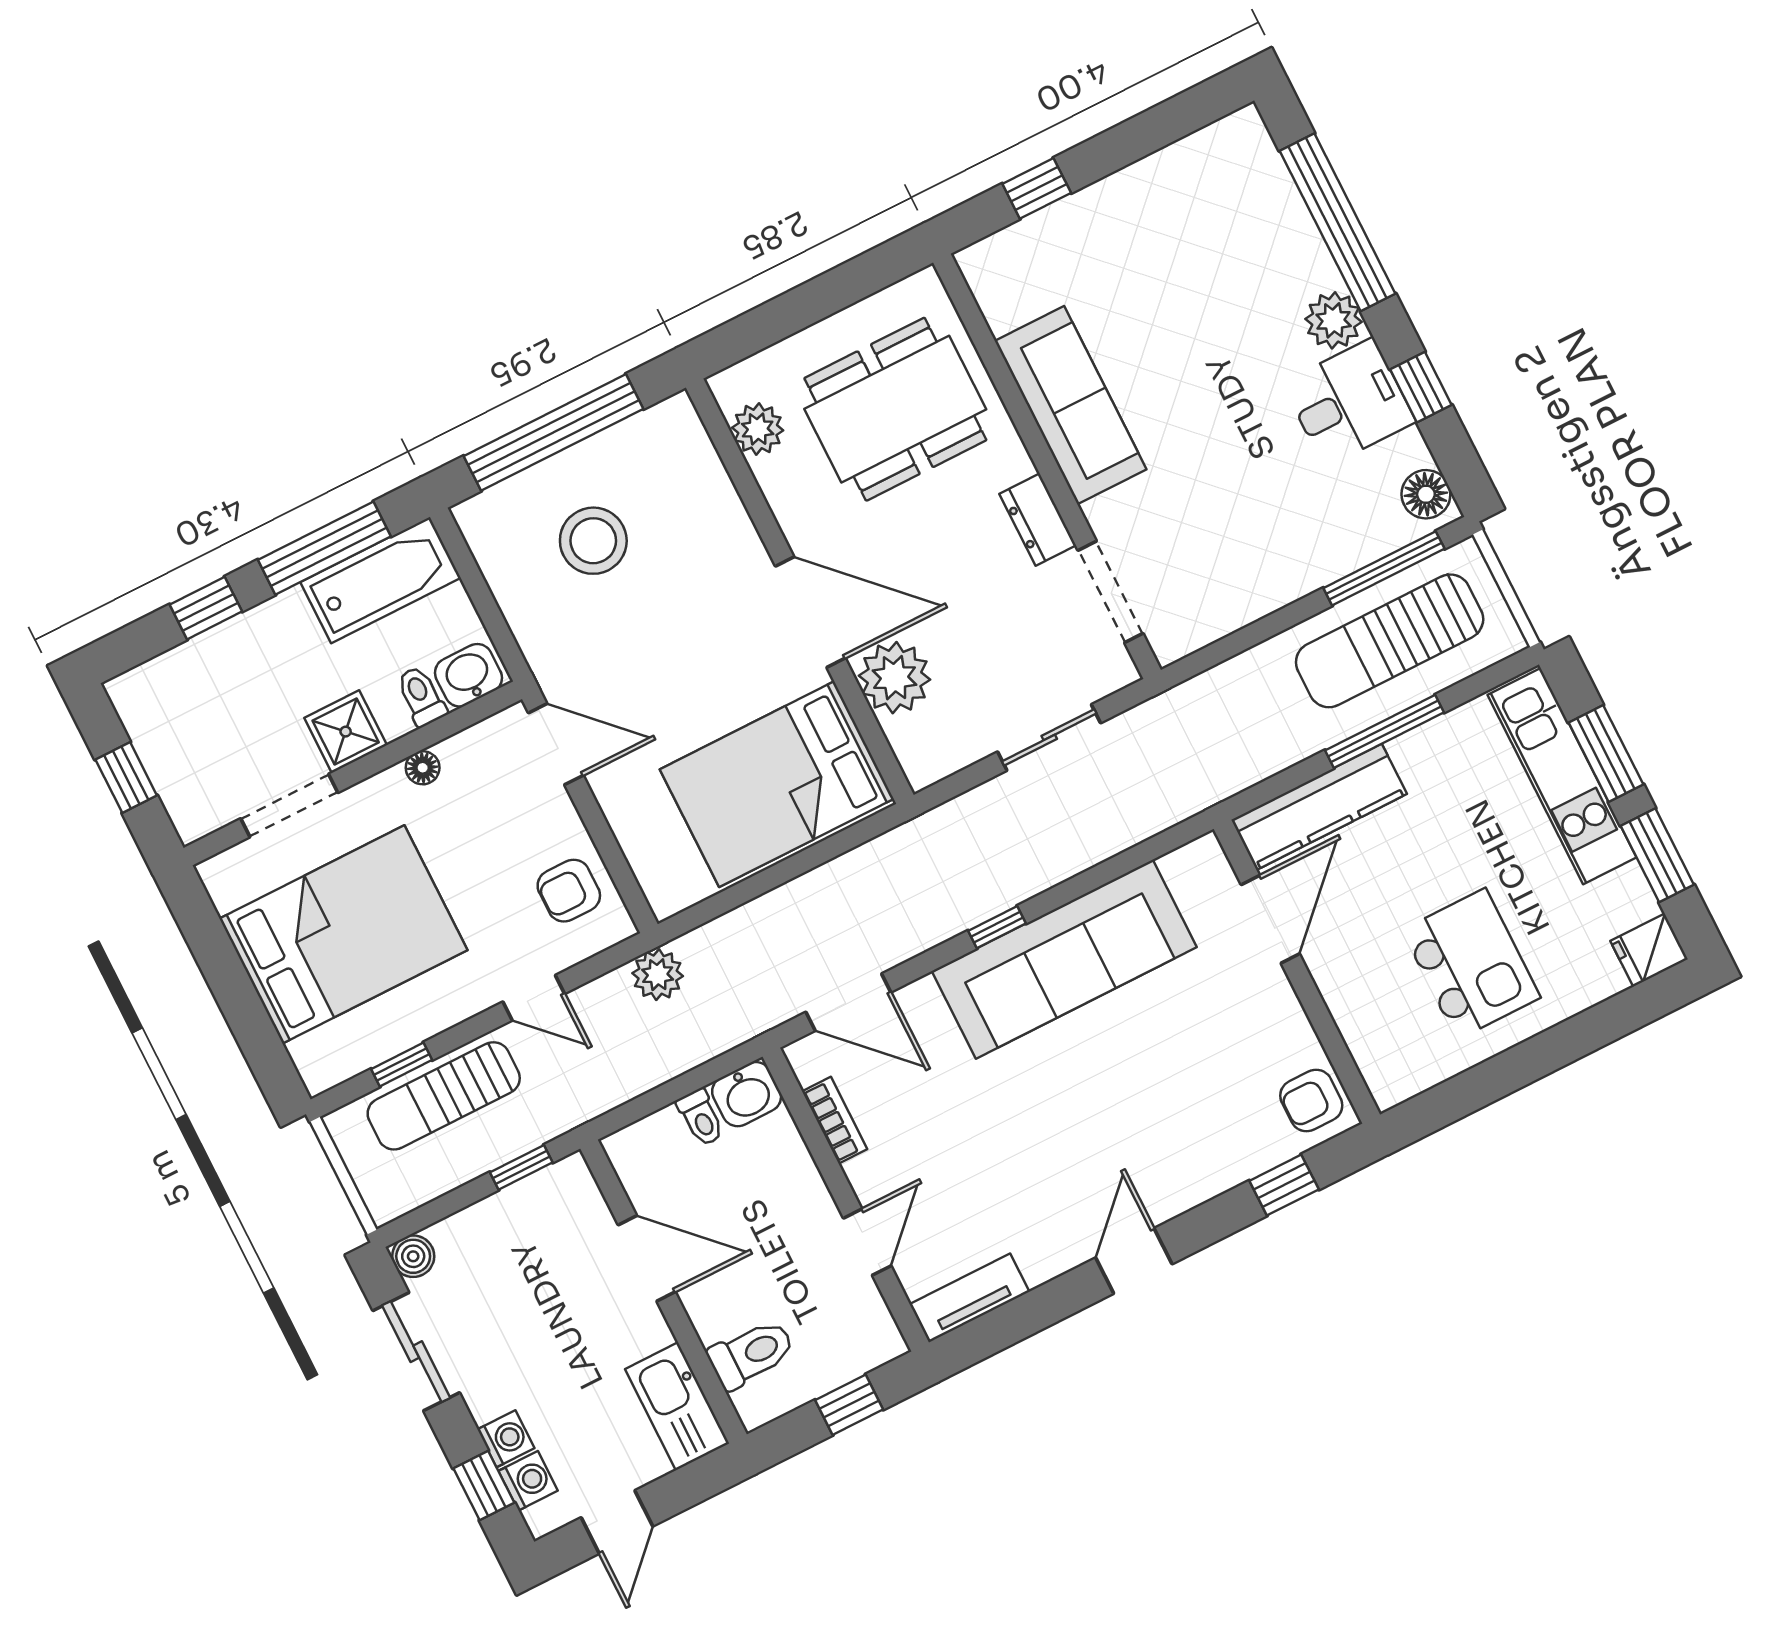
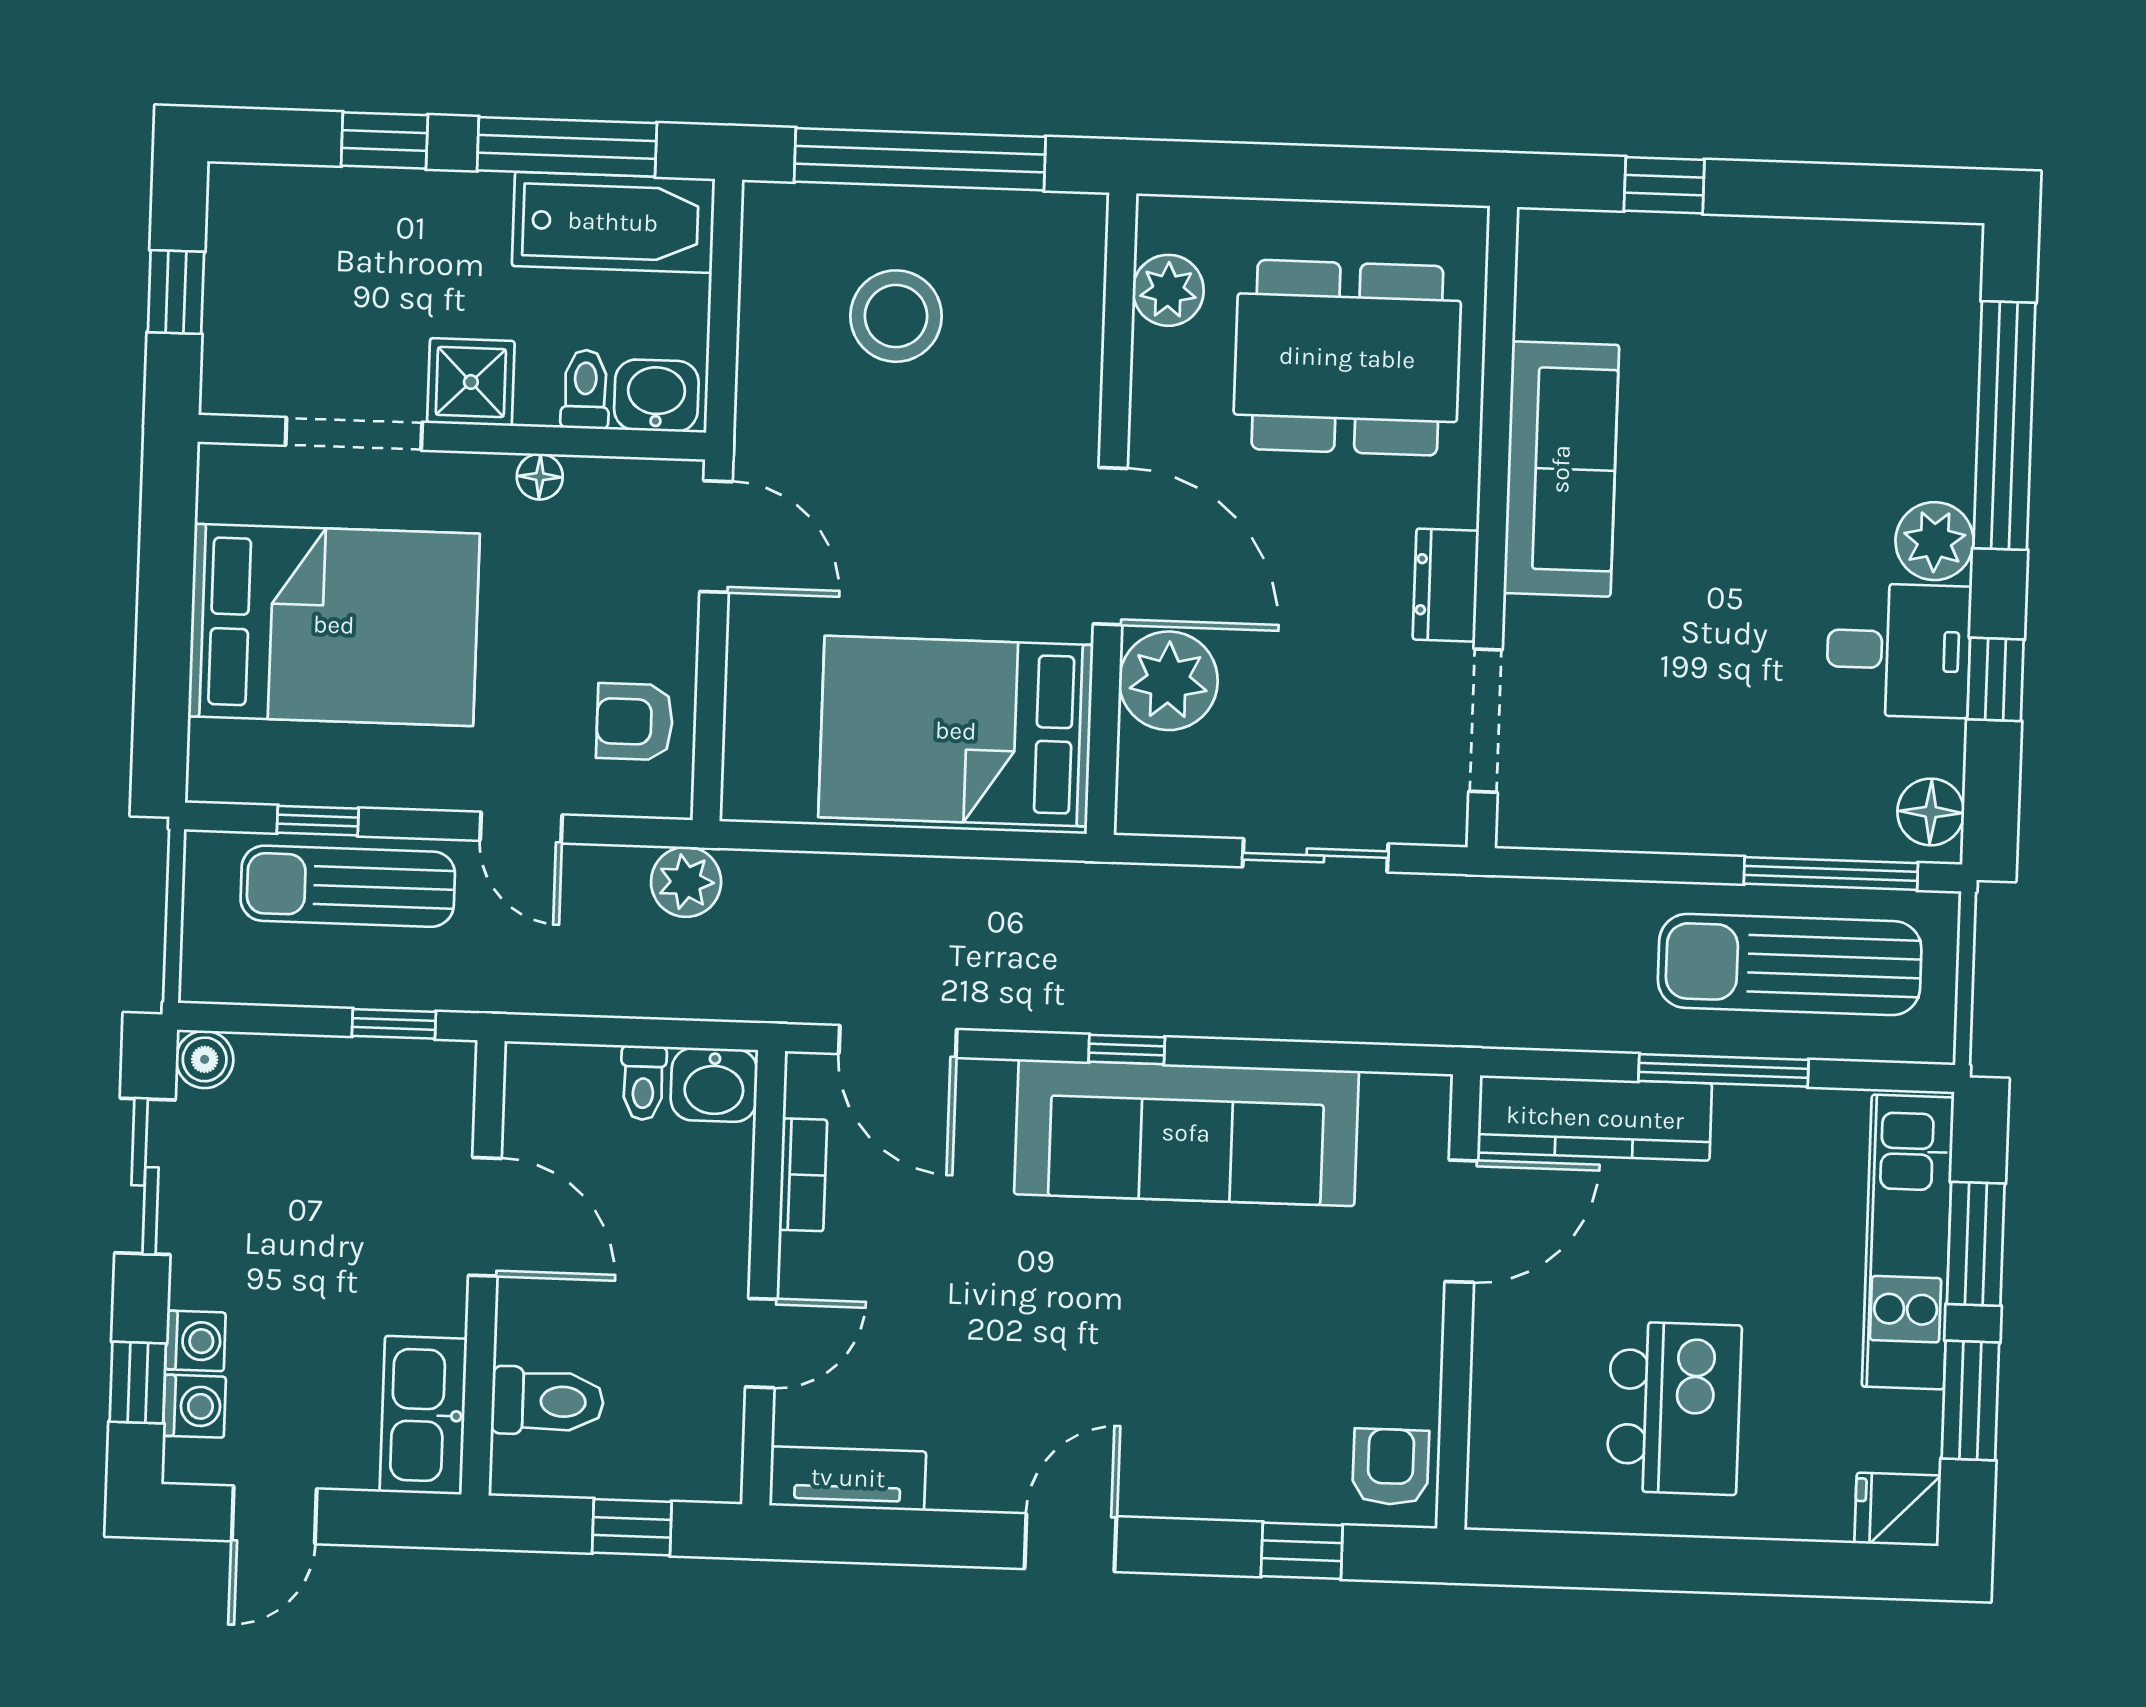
armchair: (1311, 1101) -> (1391, 1467), turned 90

